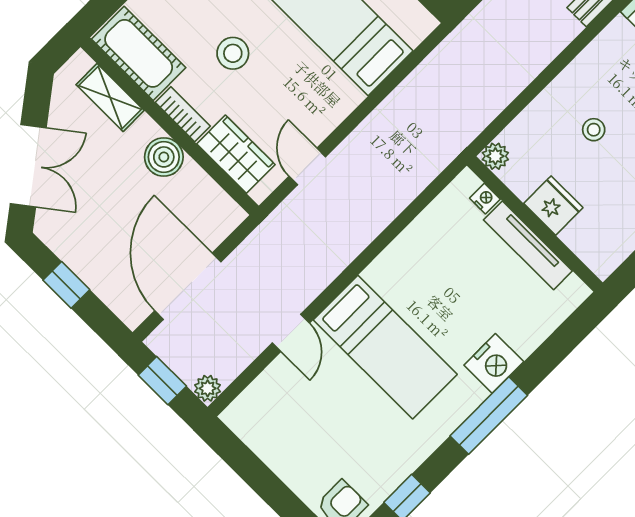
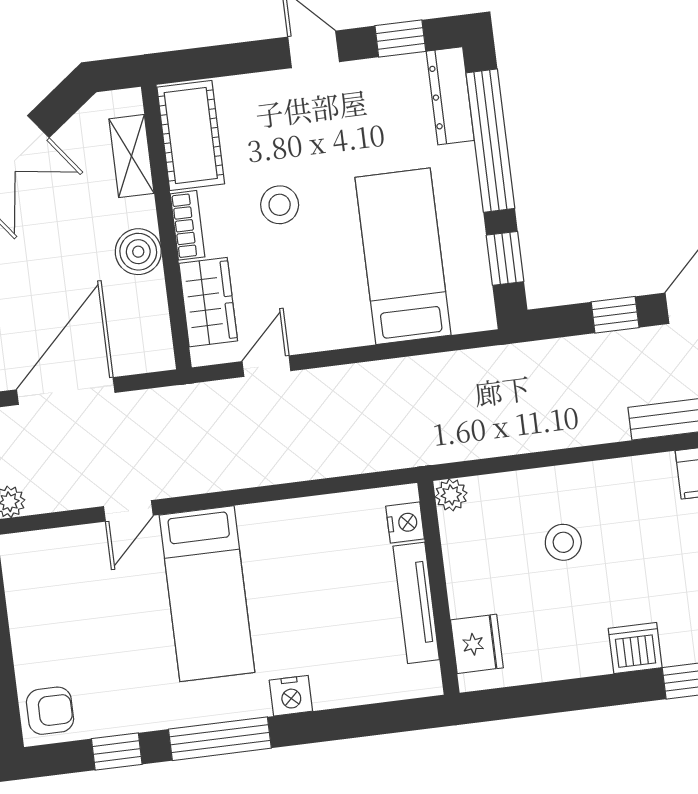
stool: (594, 130) -> (563, 542), width x1.37, depth x1.37
nightstand: (485, 199) -> (405, 523), width x1.39, depth x1.35
fridge: (553, 206) -> (477, 644), moved
nightstand: (494, 363) -> (291, 696), width x0.74, depth x0.75
window: (489, 416) -> (220, 739), moved

